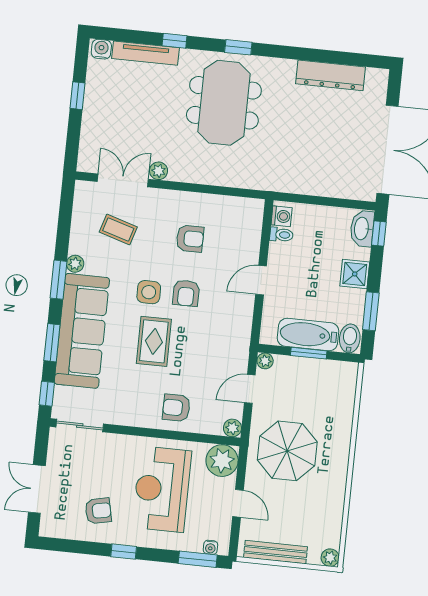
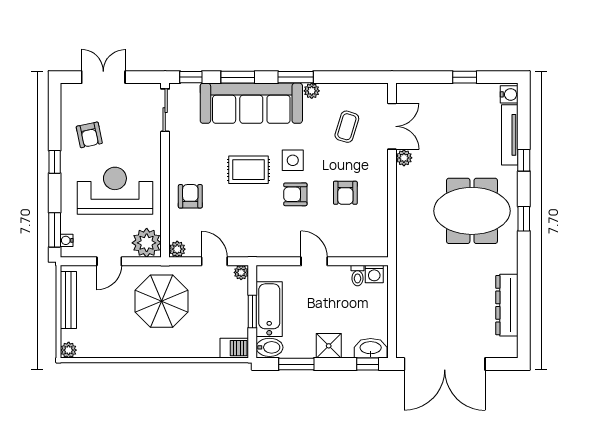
barbecue: (347, 377) -> (234, 348), added

